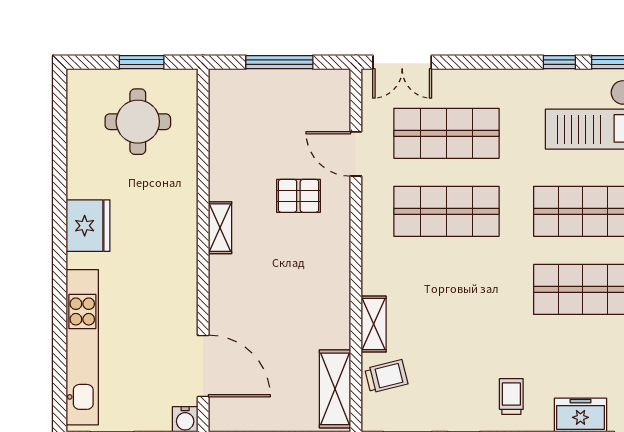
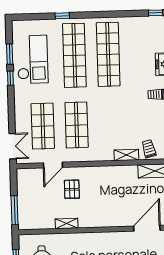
window: (279, 62) -> (15, 210), moved
shelving: (220, 228) -> (67, 223), moved

